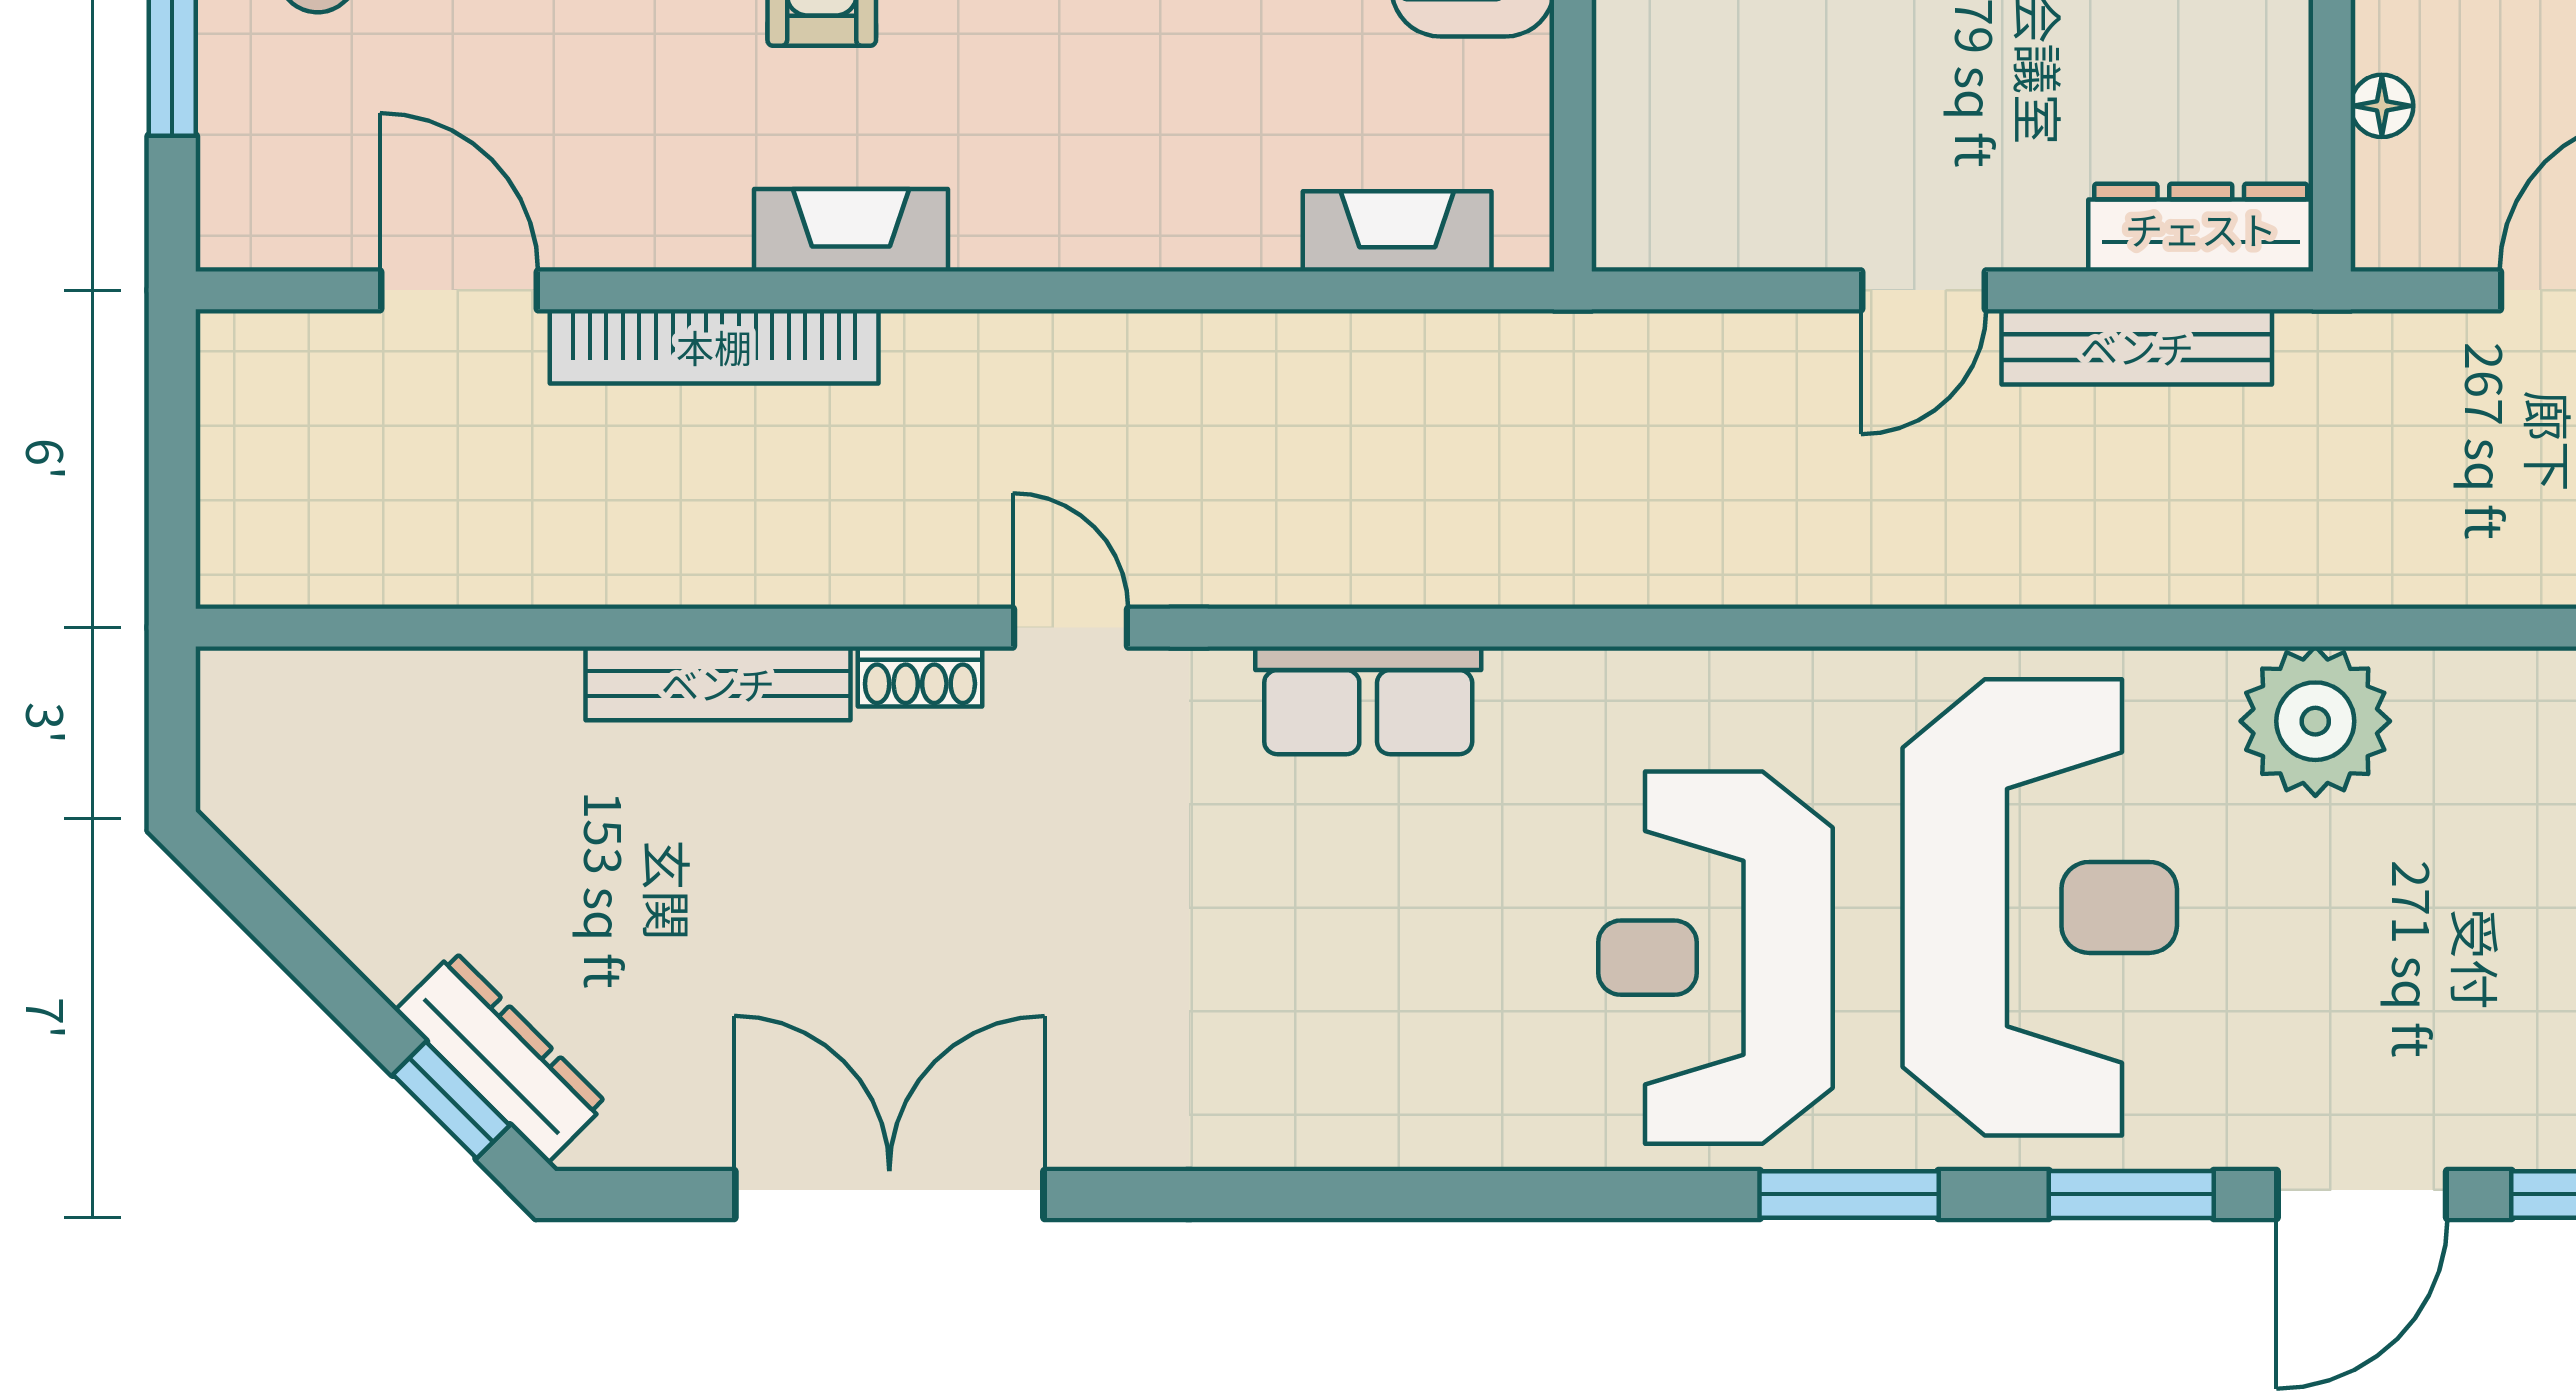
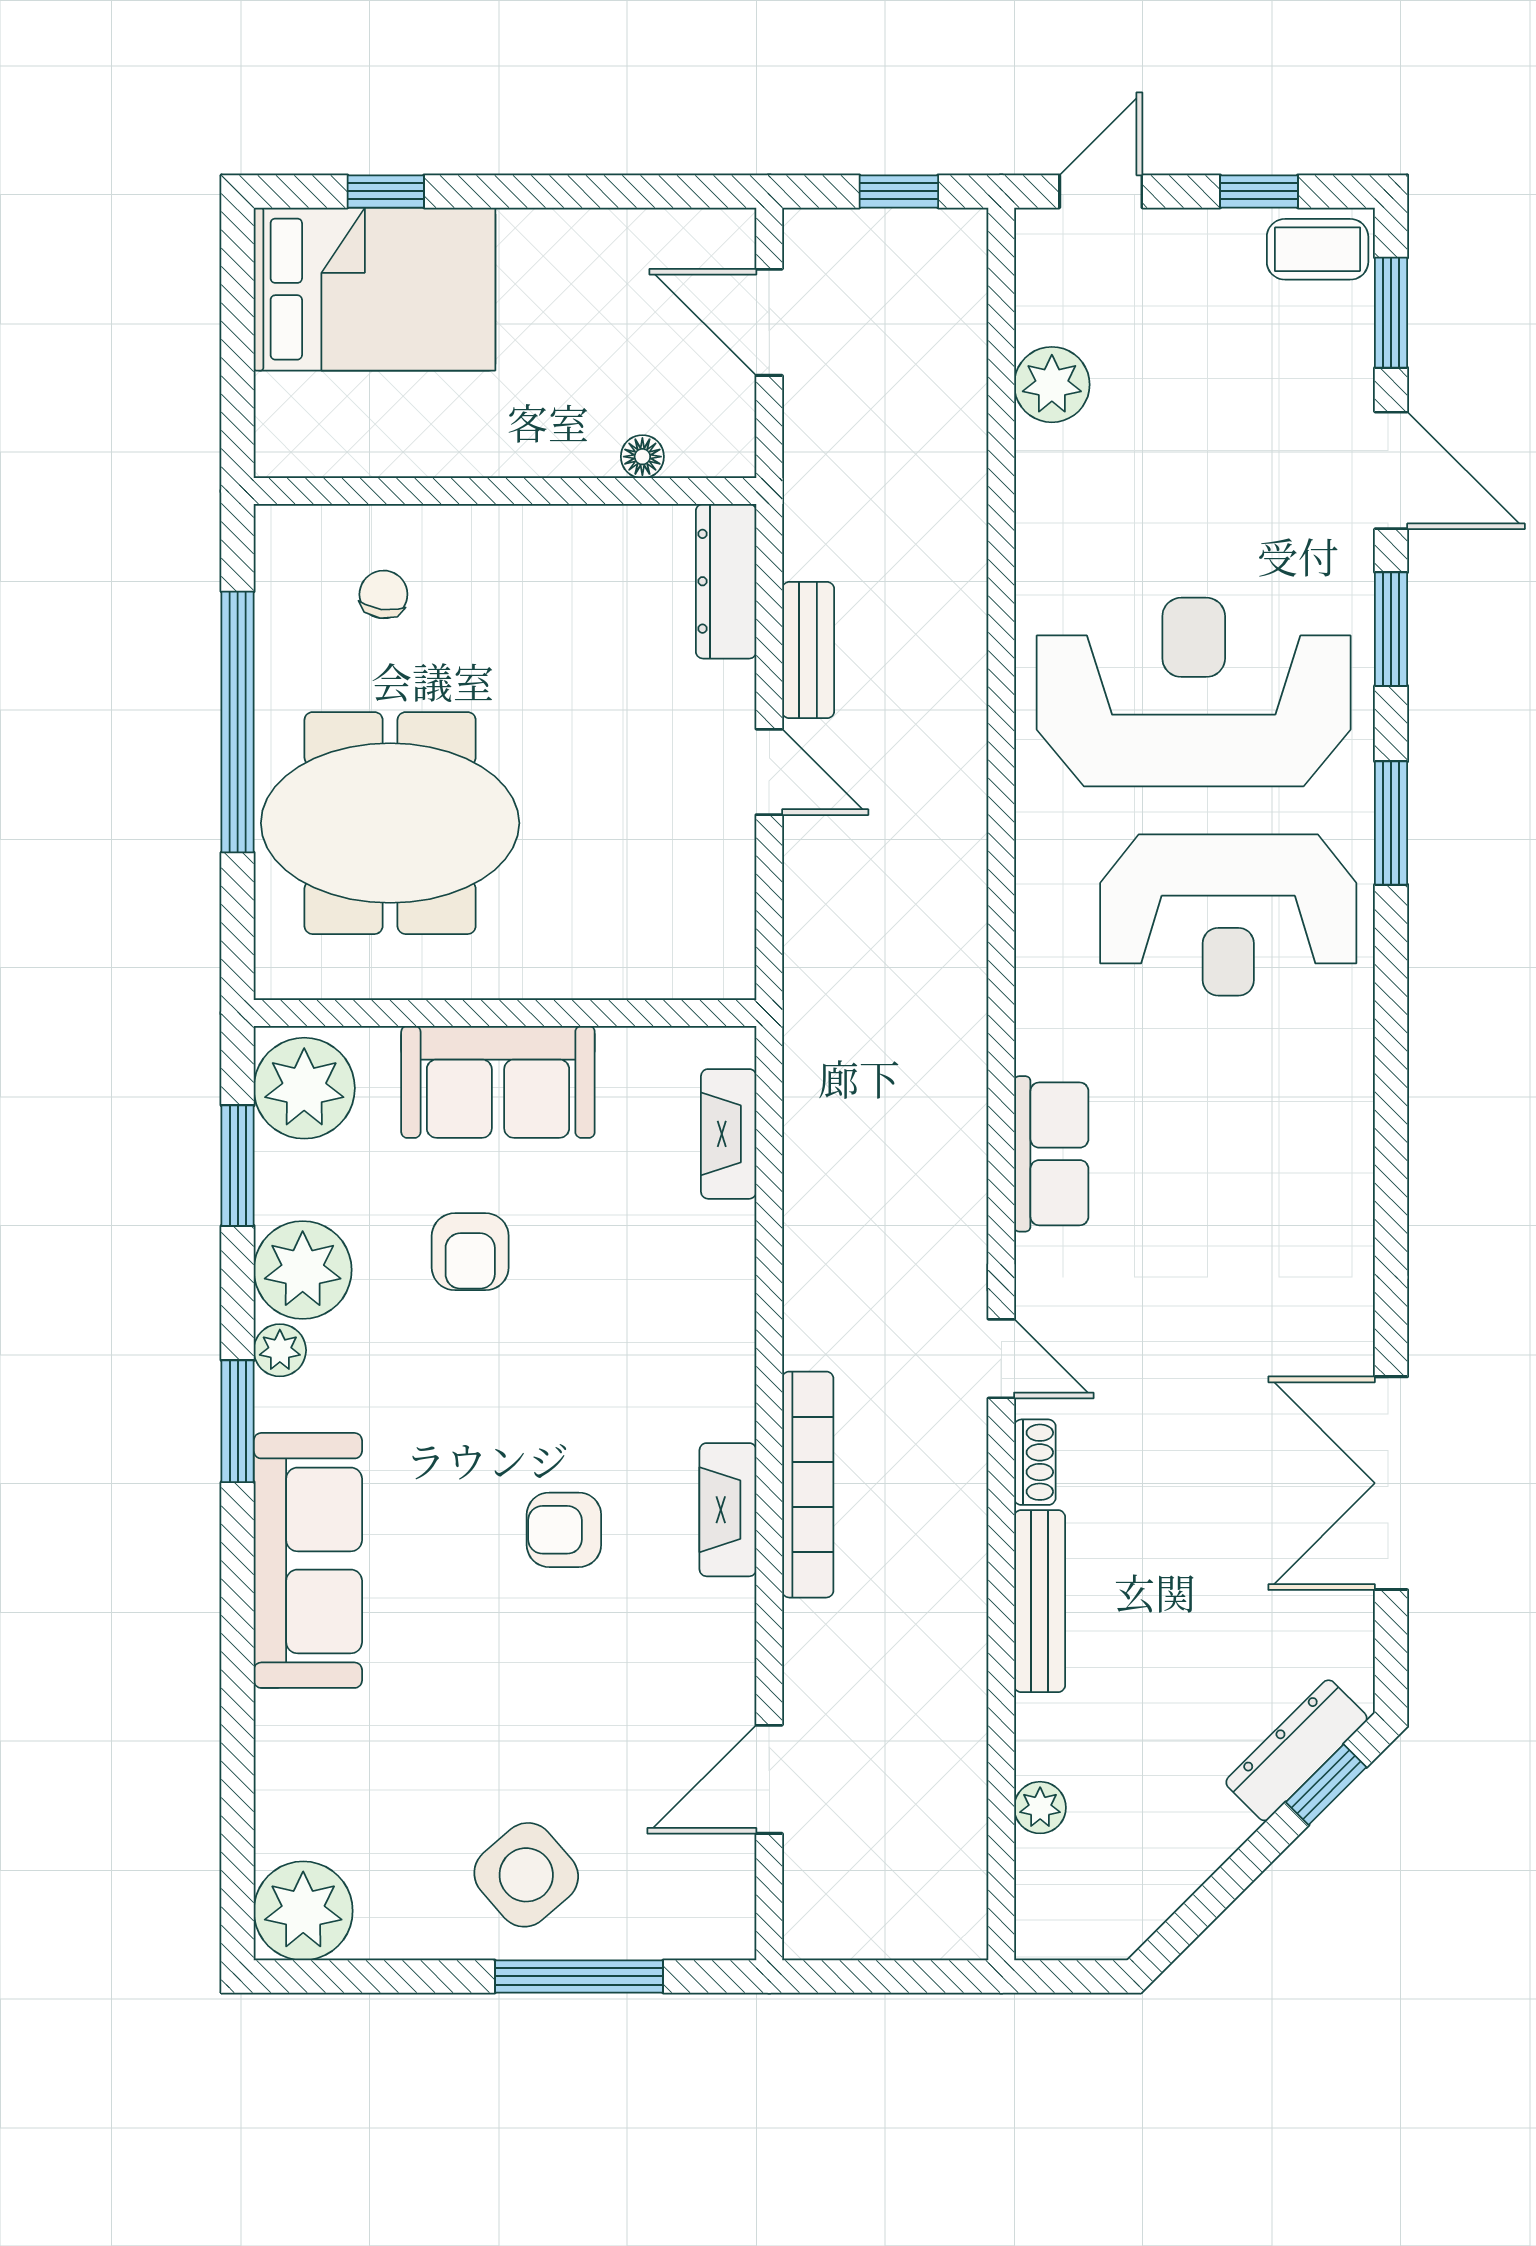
bookcase: (714, 346) -> (808, 1485), moved
bench: (2137, 347) -> (808, 650), width x0.73
door: (1071, 628) -> (1001, 1359), swing flipped
plant: (418, 684) -> (1040, 1808), added
plant: (2315, 721) -> (1052, 385), moved, width x0.73, depth x0.73

